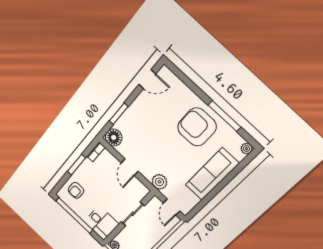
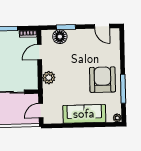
floor lamp: (114, 137) -> (60, 37), moved
door: (130, 167) -> (39, 52), moved
plant: (159, 182) -> (49, 78), moved

